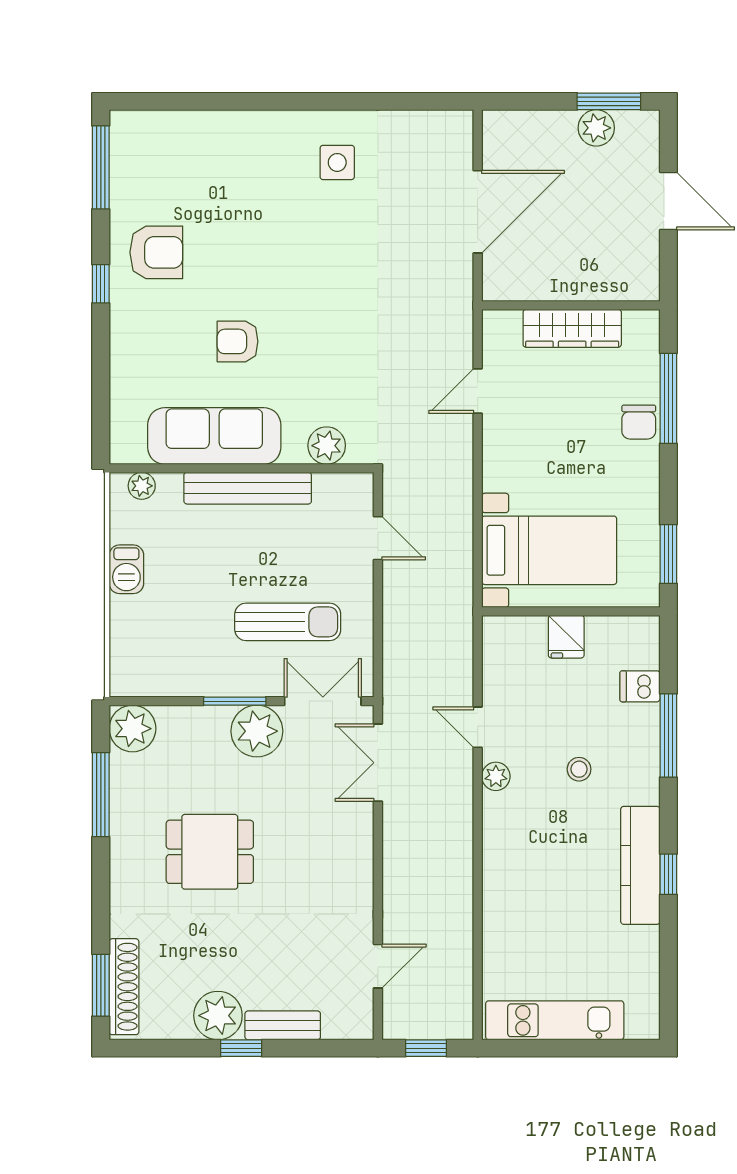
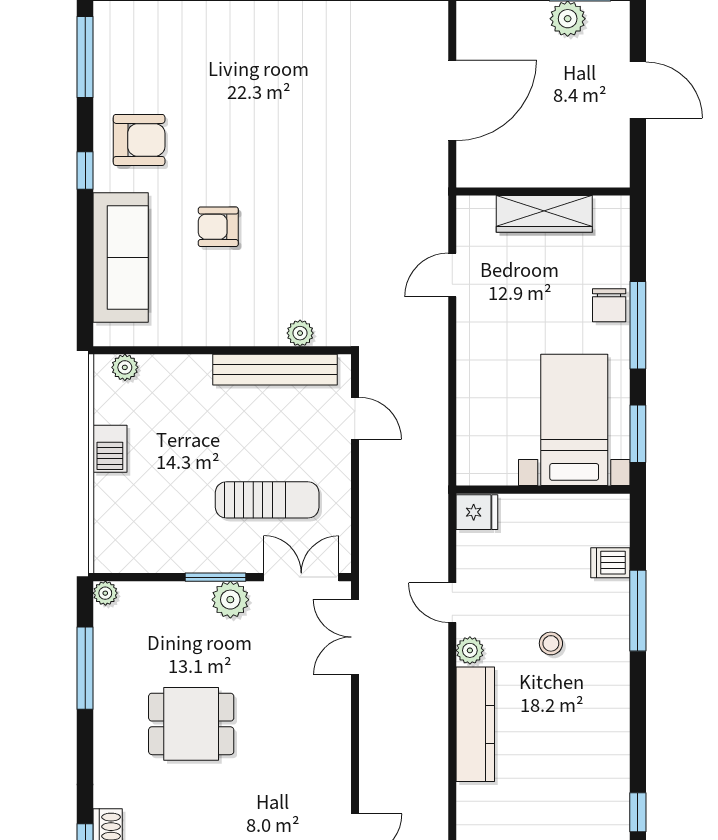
side table: (337, 162) -> (315, 52), removed
window: (668, 398) -> (638, 325), moved
sofa: (214, 436) -> (121, 258), moved, turned 90
plant: (327, 446) -> (300, 333), width x0.73, depth x0.73
bench: (248, 488) -> (275, 370), moved
bed with nightstands: (549, 550) -> (574, 420), moved, turned -90
fridge: (566, 637) -> (477, 512), moved, turned -90
plant: (132, 729) -> (105, 593), width x0.53, depth x0.53
plant: (257, 731) -> (230, 600), width x0.73, depth x0.73
kitchen counter: (640, 865) -> (475, 724), moved, turned 180
window: (668, 874) -> (638, 812), moved

